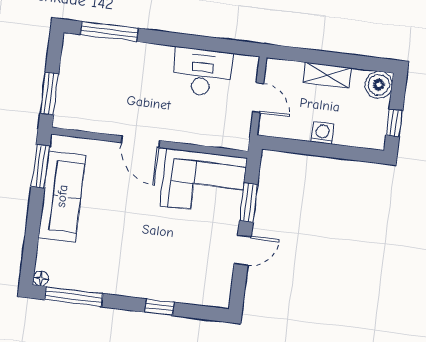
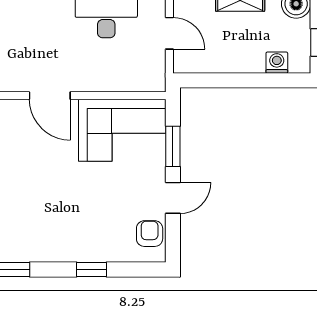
washing machine: (323, 133) -> (277, 63), moved
armchair: (217, 281) -> (150, 234), added

